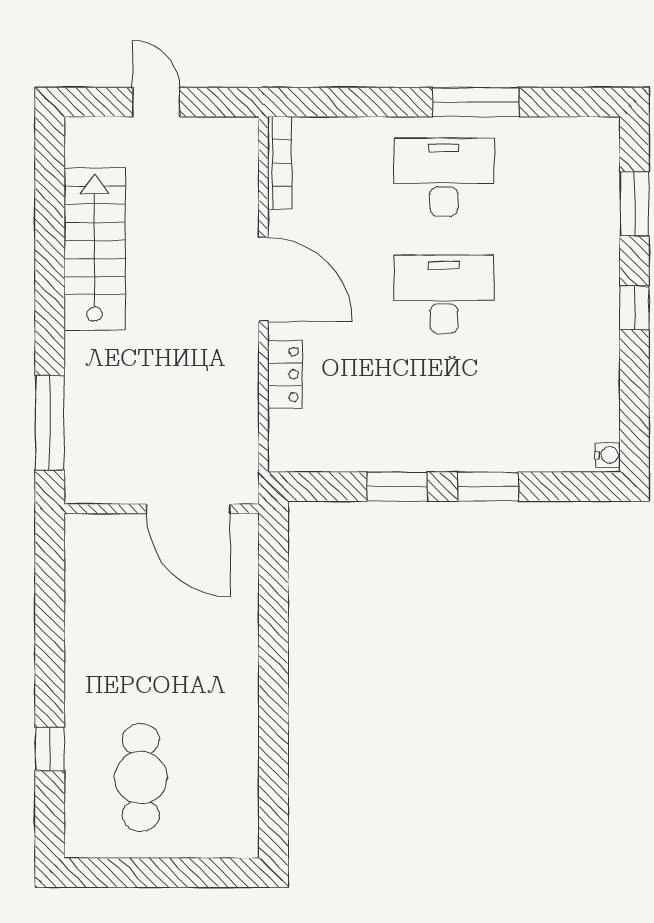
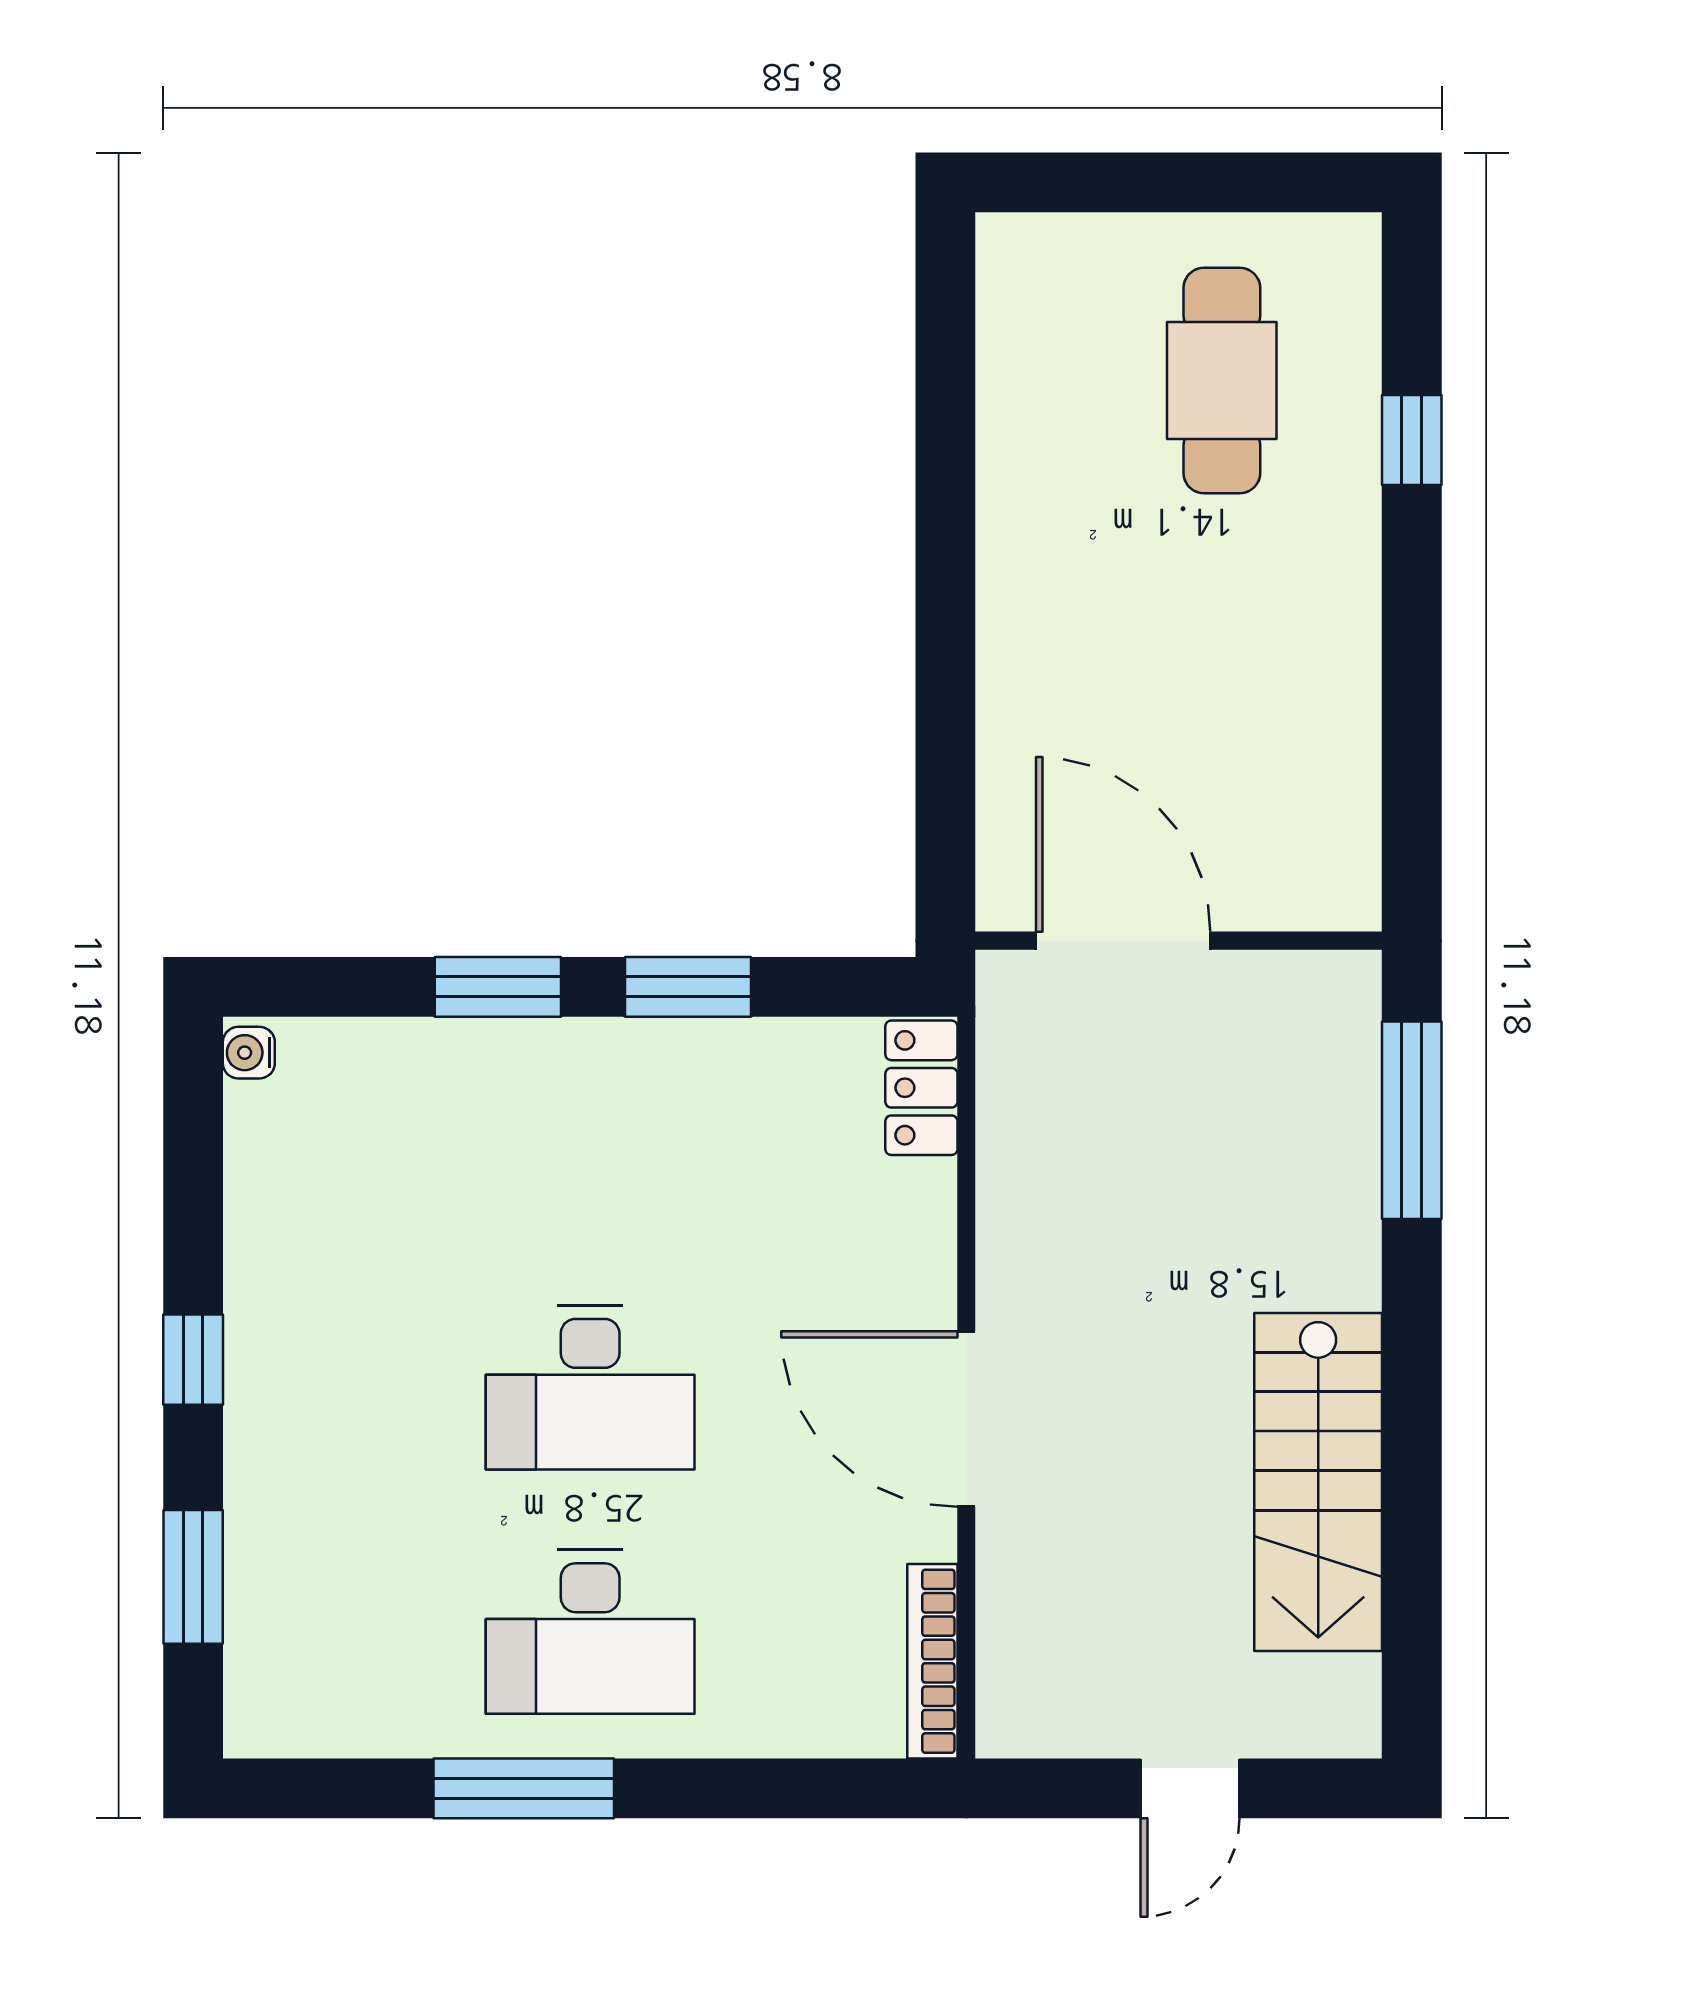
door: (156, 102) -> (1190, 1788), hinge flipped
locker: (285, 374) -> (921, 1088), moved

